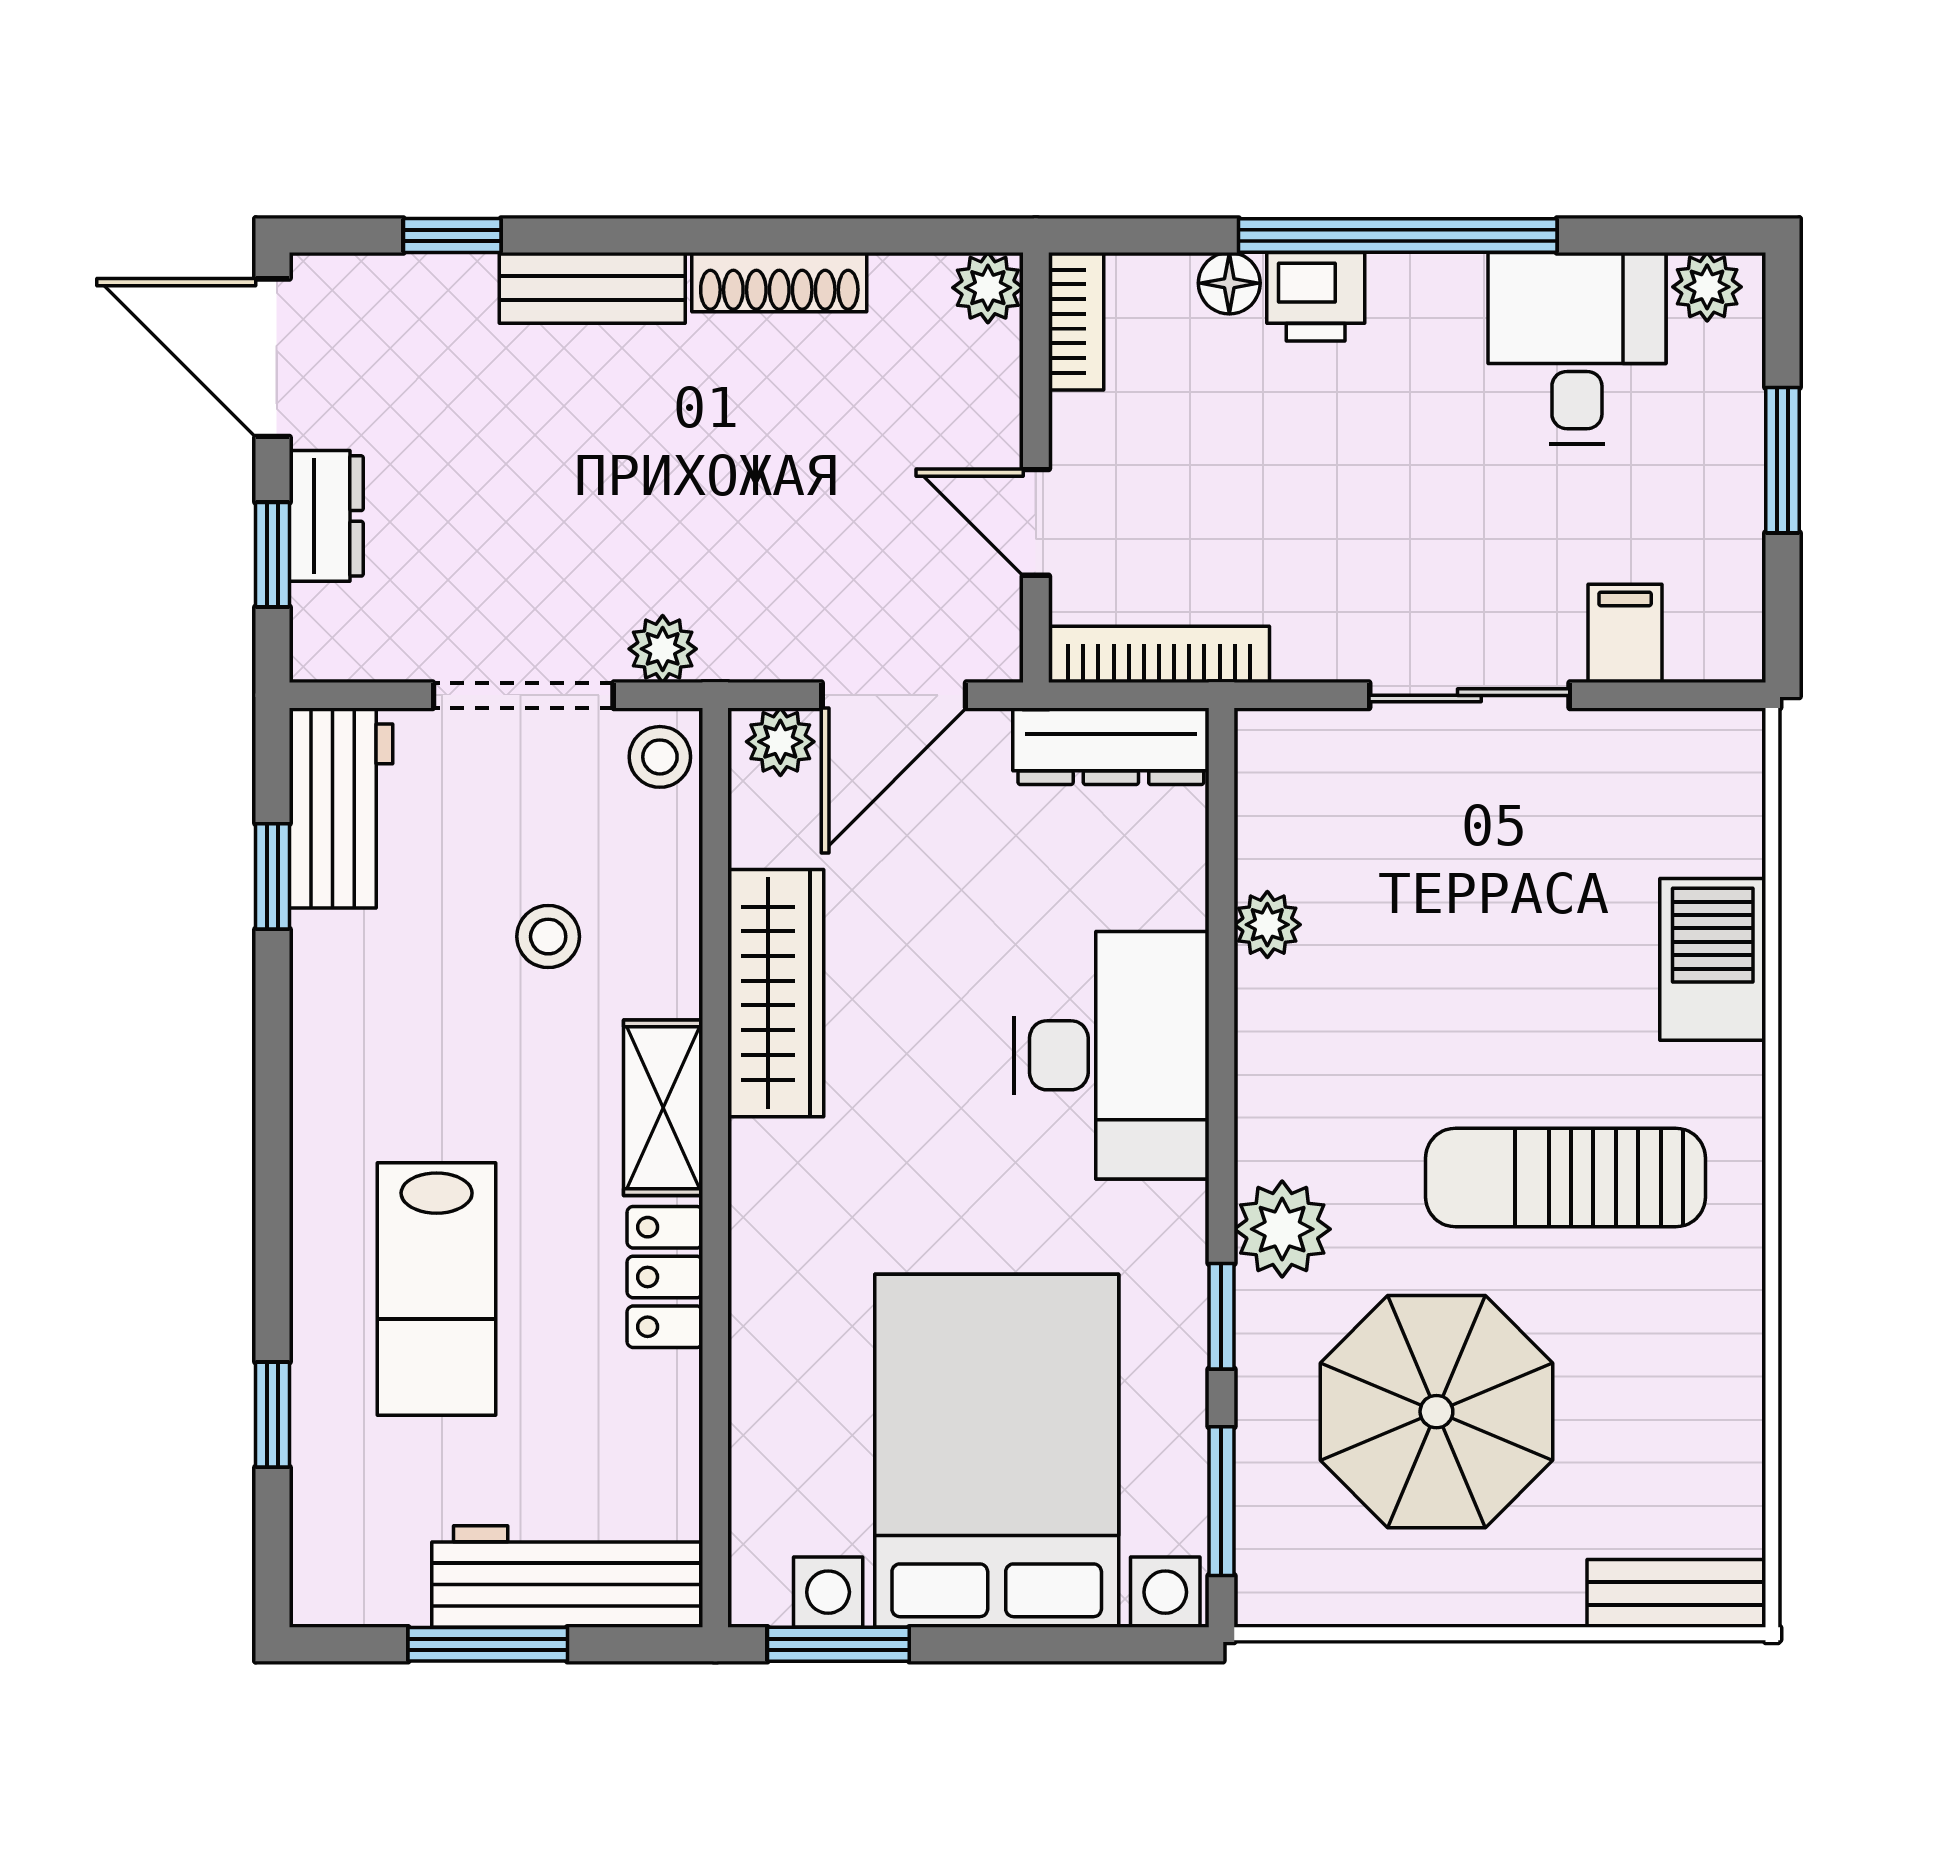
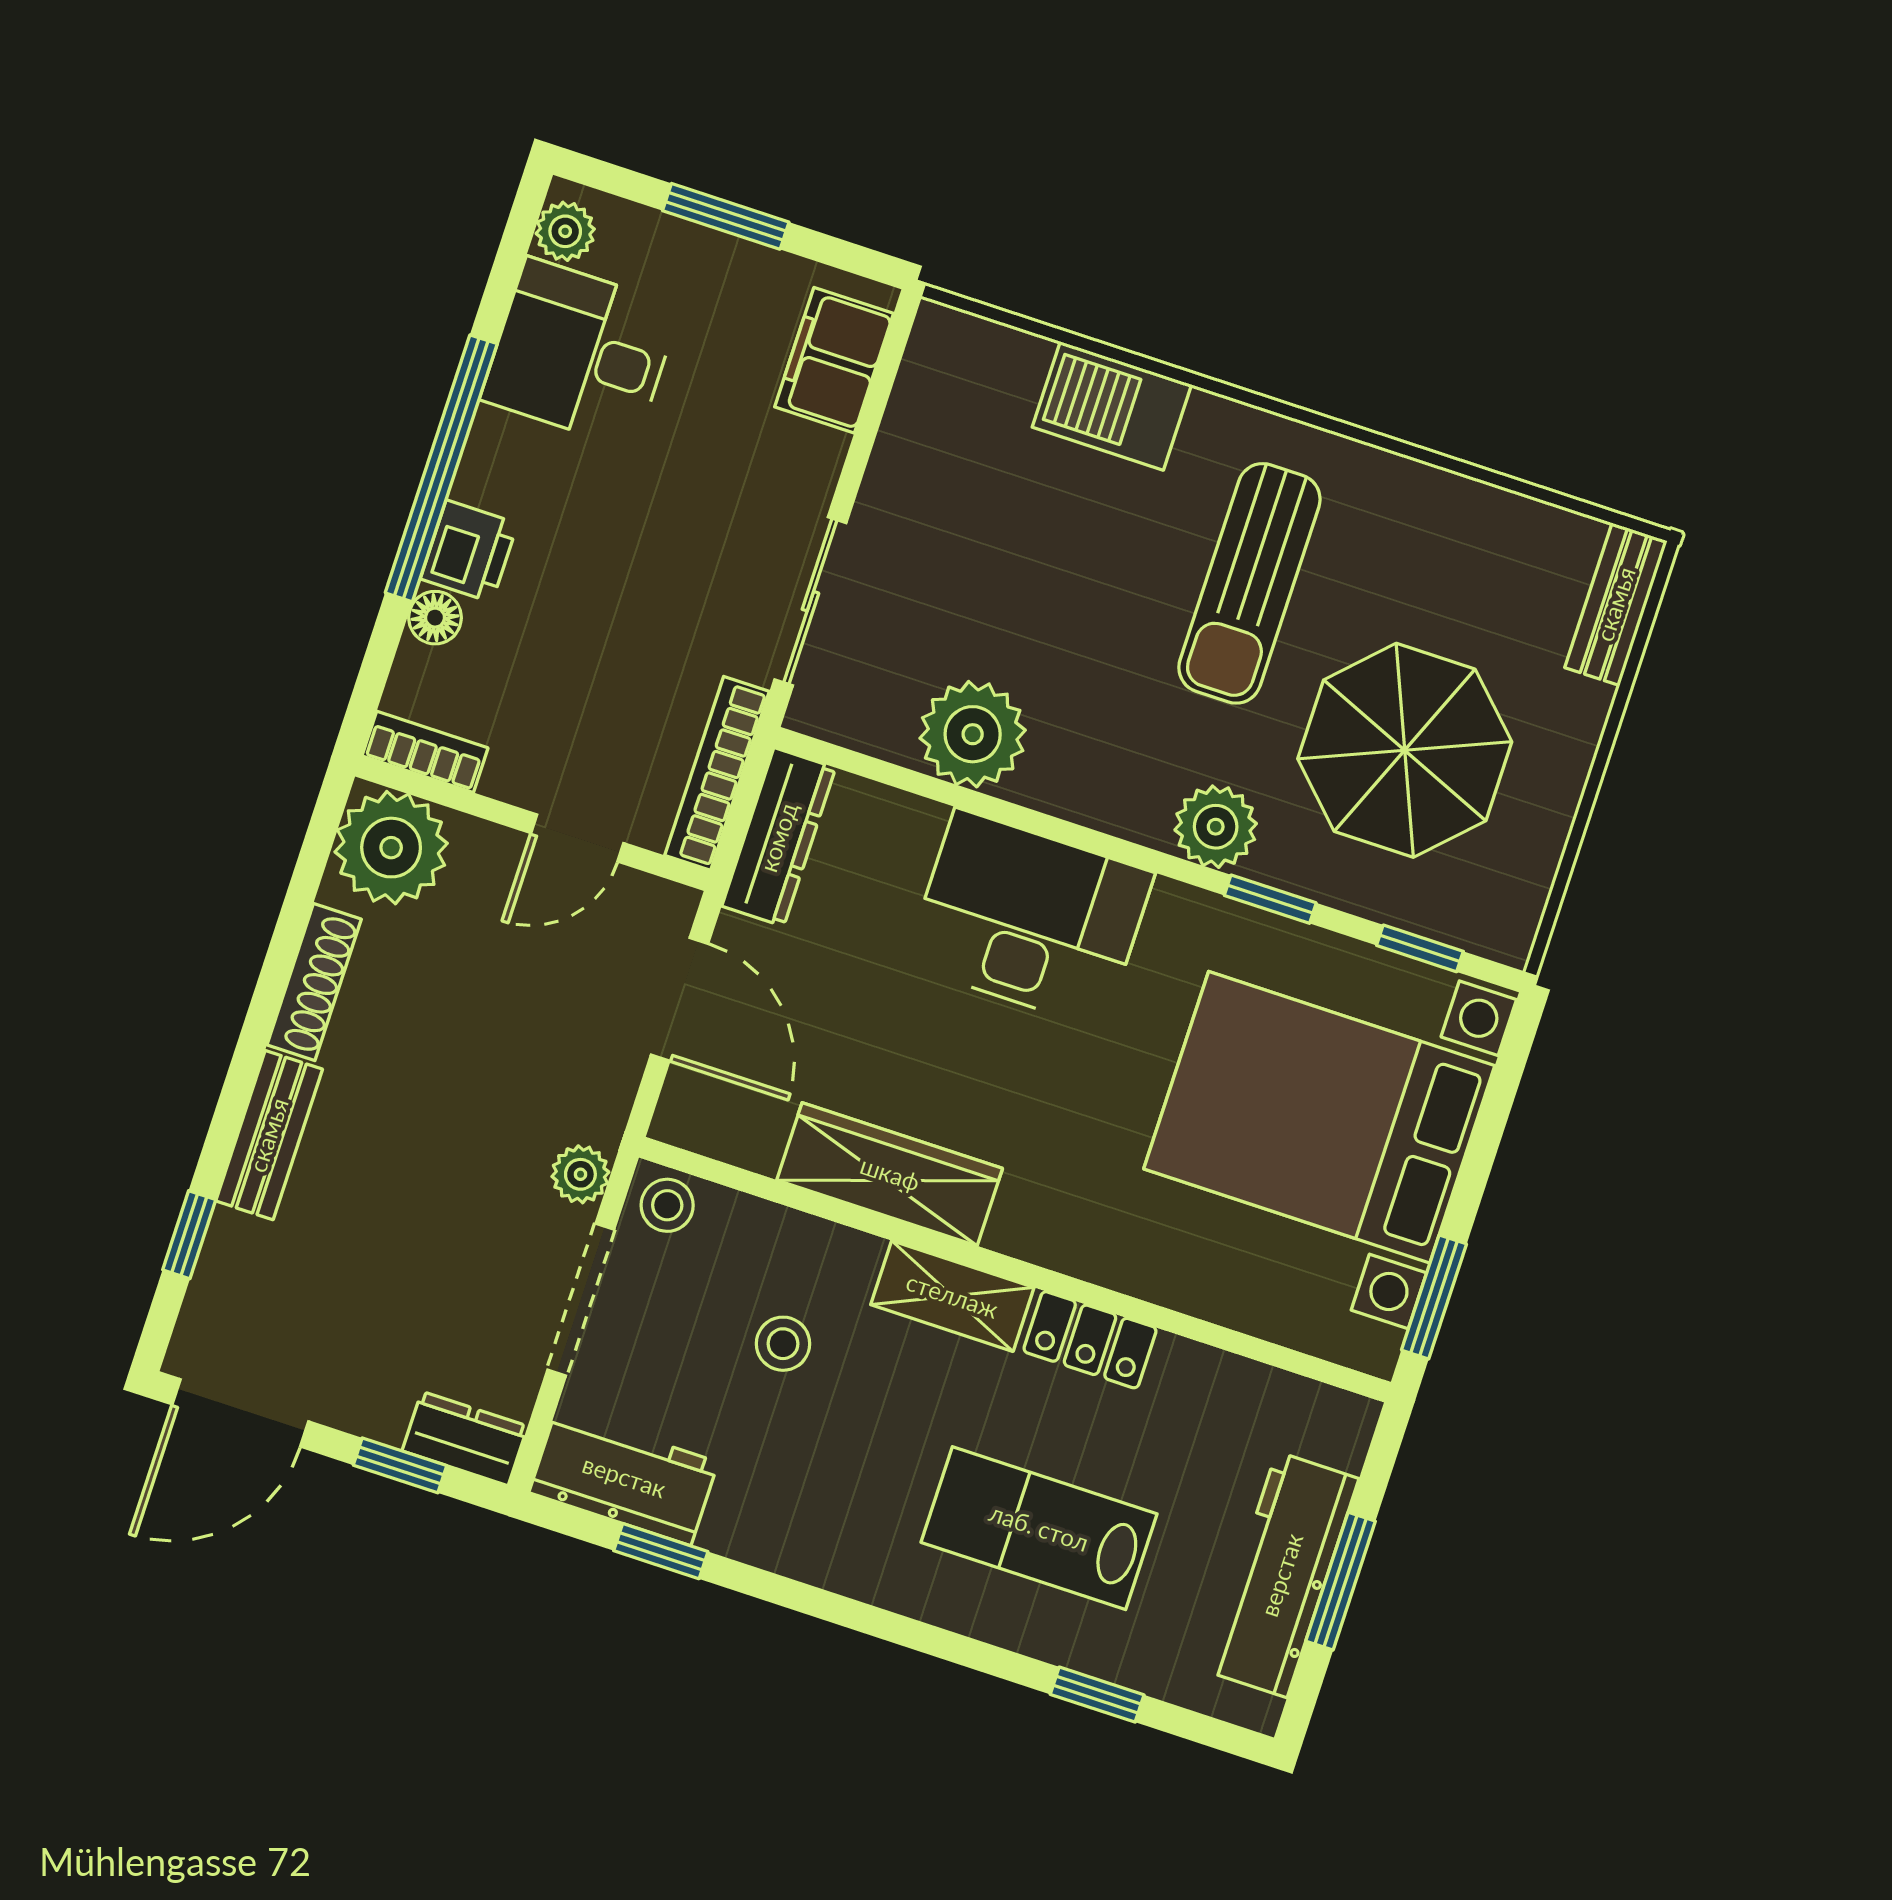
plant: (988, 288) -> (391, 848), width x1.88, depth x1.88
dresser: (326, 516) -> (465, 1438), moved
filing cabinet: (1625, 633) -> (834, 360), width x2.00
sliding door: (1469, 695) -> (810, 601), moved
plant: (780, 742) -> (687, 1104), removed
plant: (1267, 925) -> (973, 734), width x1.88, depth x1.88
lab bench: (437, 1289) -> (1039, 1528), turned 180
window: (1221, 1501) -> (1420, 948), width x0.67
workbench: (567, 1577) -> (1282, 1575), moved

